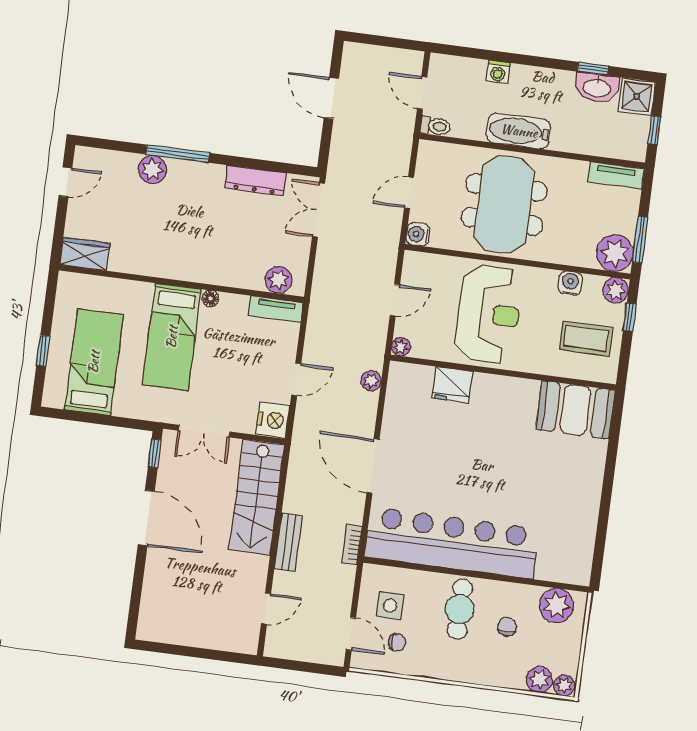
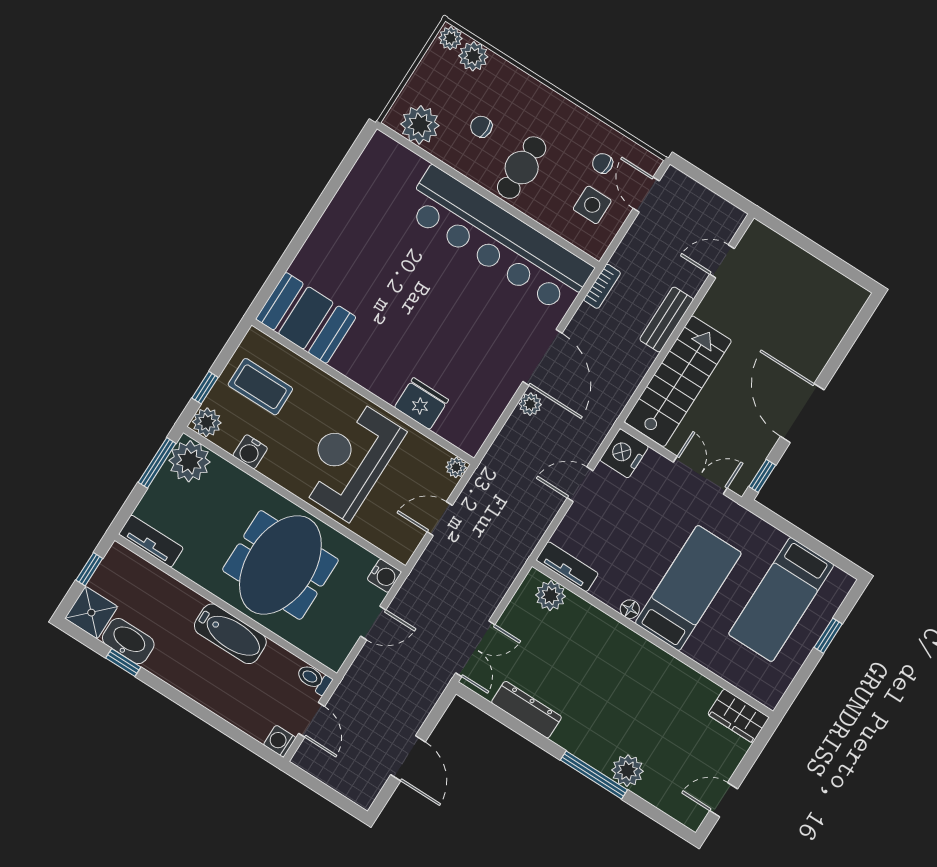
washing machine: (498, 72) -> (280, 741), moved, turned -90
plant: (371, 381) -> (530, 404), moved
chair: (507, 627) -> (481, 127), turned 90

